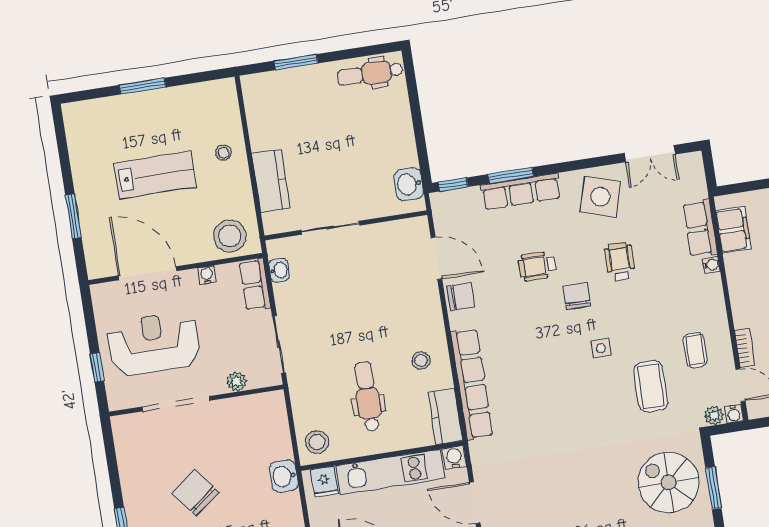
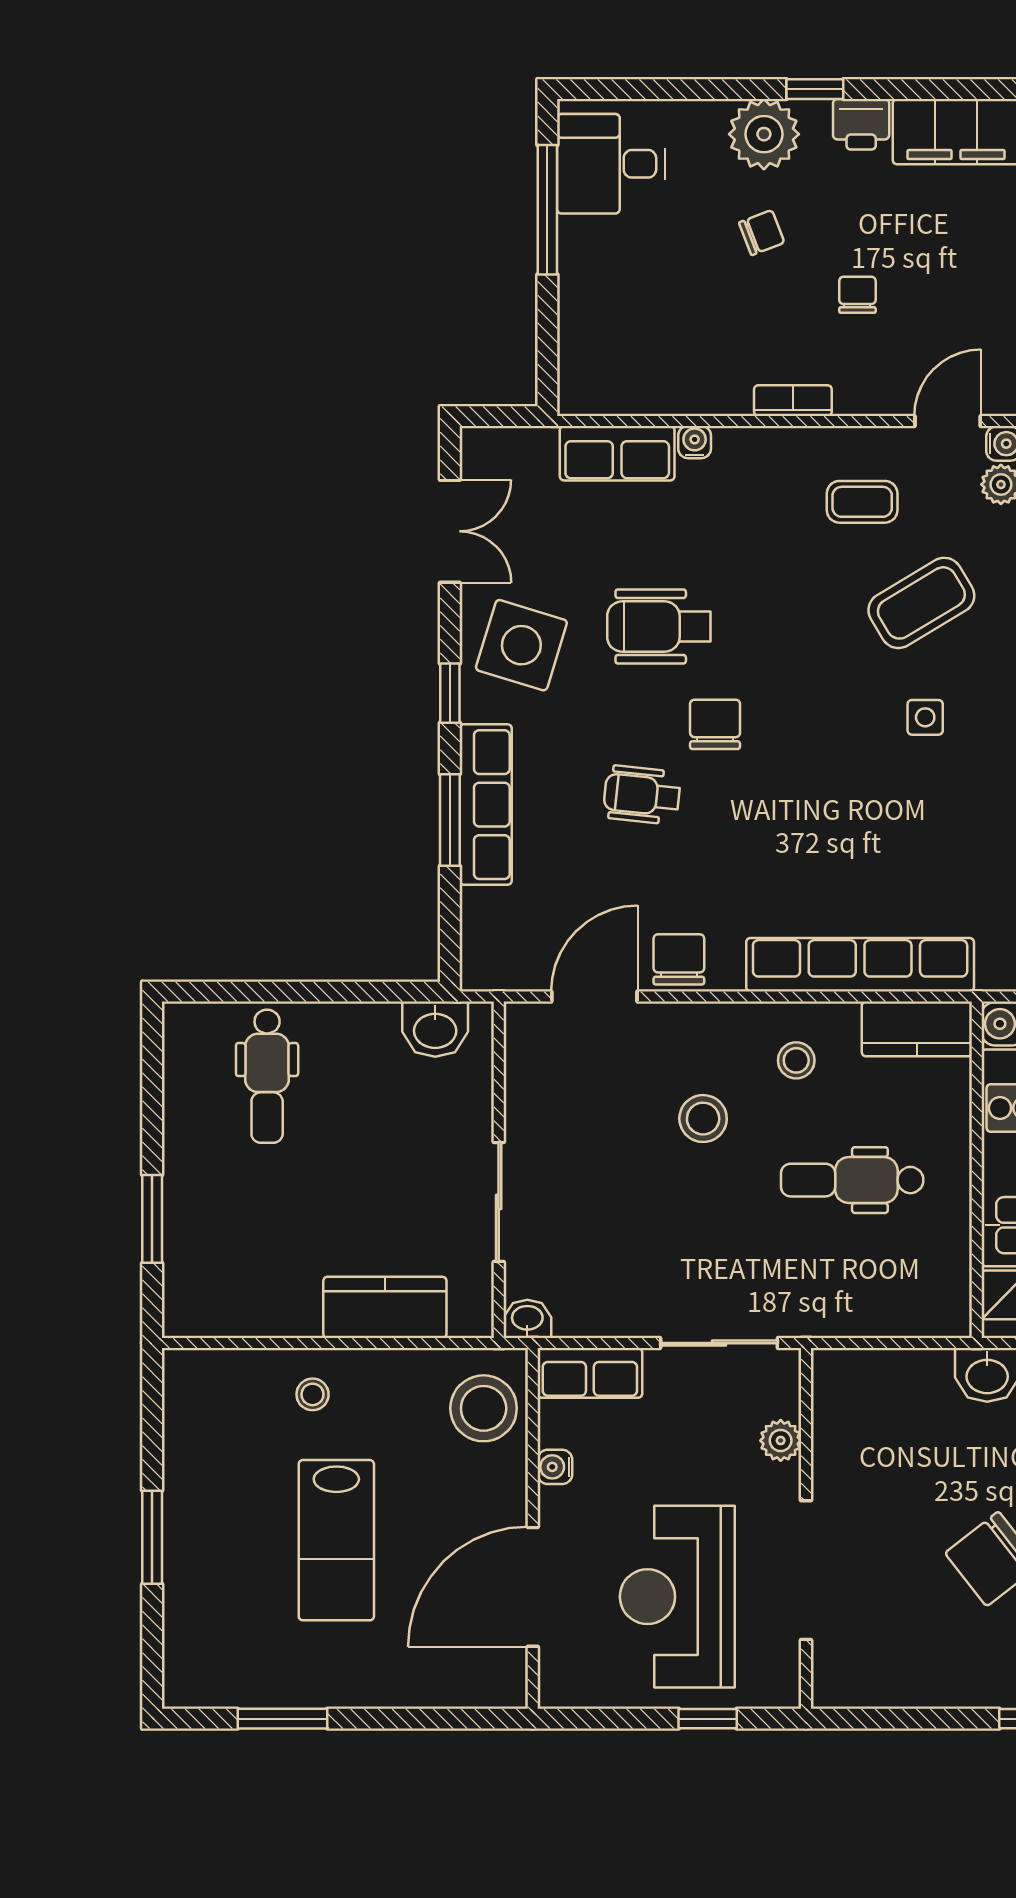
dental chair: (370, 74) -> (267, 1076), moved
lab bench: (155, 175) -> (336, 1540), turned 180
window: (453, 184) -> (450, 693), moved
window: (73, 216) -> (283, 1719), moved
filing cabinet: (733, 230) -> (631, 386), removed
wheelchair: (620, 262) -> (659, 626), width x1.36, depth x1.37
wheelchair: (537, 266) -> (642, 795), turned 96
washbasin: (279, 270) -> (527, 1319), moved
chair: (577, 296) -> (715, 724), turned 90
side table: (601, 348) -> (925, 717), moved
bookcase: (745, 348) -> (793, 401), moved
coffee table: (651, 386) -> (921, 603), turned -31
stool: (317, 442) -> (703, 1119), moved

